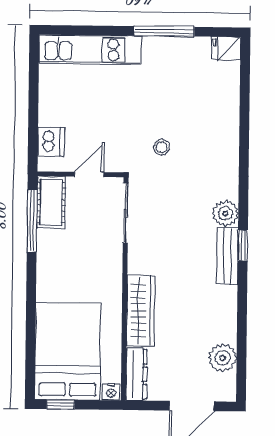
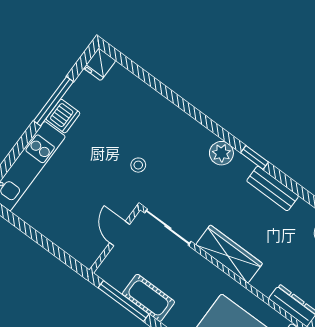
dishwasher: (51, 142) -> (63, 116), moved, turned 90
cot: (51, 202) -> (148, 298), moved
bench: (227, 256) -> (273, 188), moved
wardrobe: (141, 311) -> (229, 254), moved

